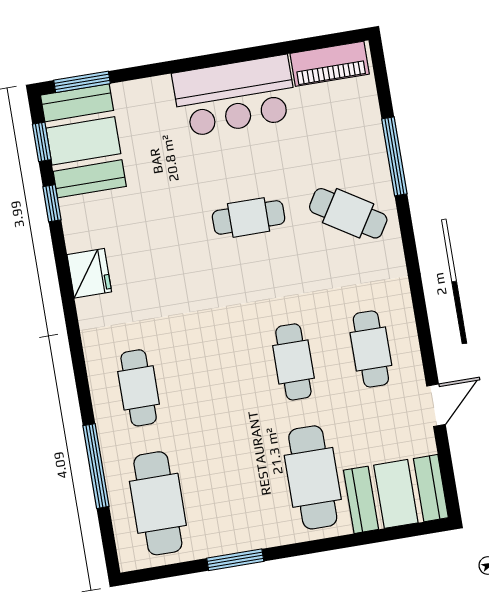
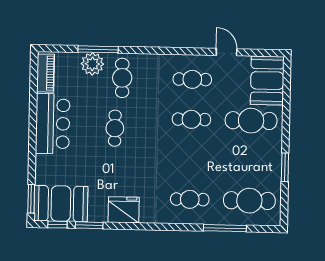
plant: (364, 151) -> (92, 64), added
window: (52, 203) -> (89, 225), width x1.50
cafe table: (348, 213) -> (122, 78), turned -33
fridge: (89, 273) -> (124, 210), width x1.36, depth x1.34

